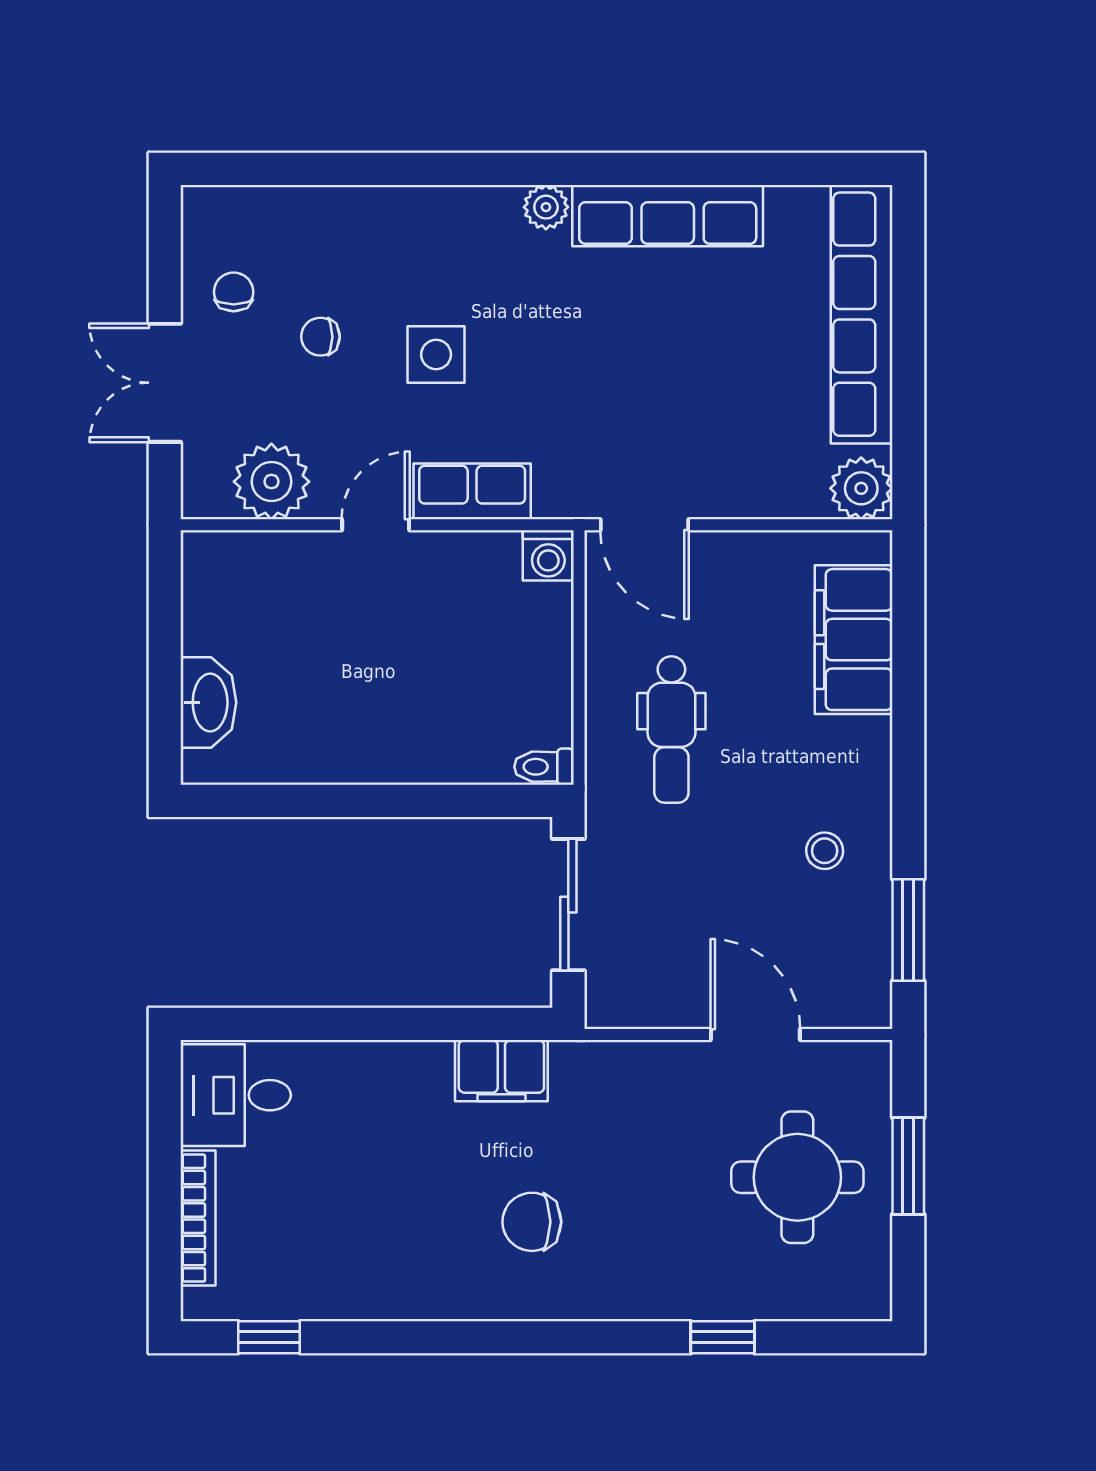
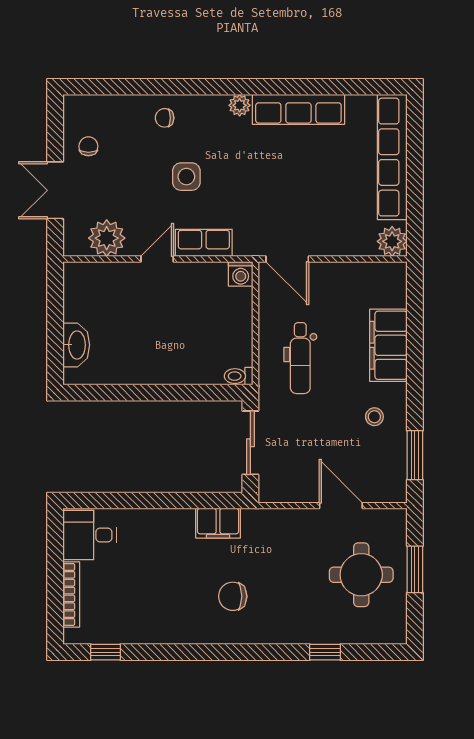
chair: (320, 337) -> (165, 118), moved
filing cabinet: (854, 640) -> (388, 345), moved

